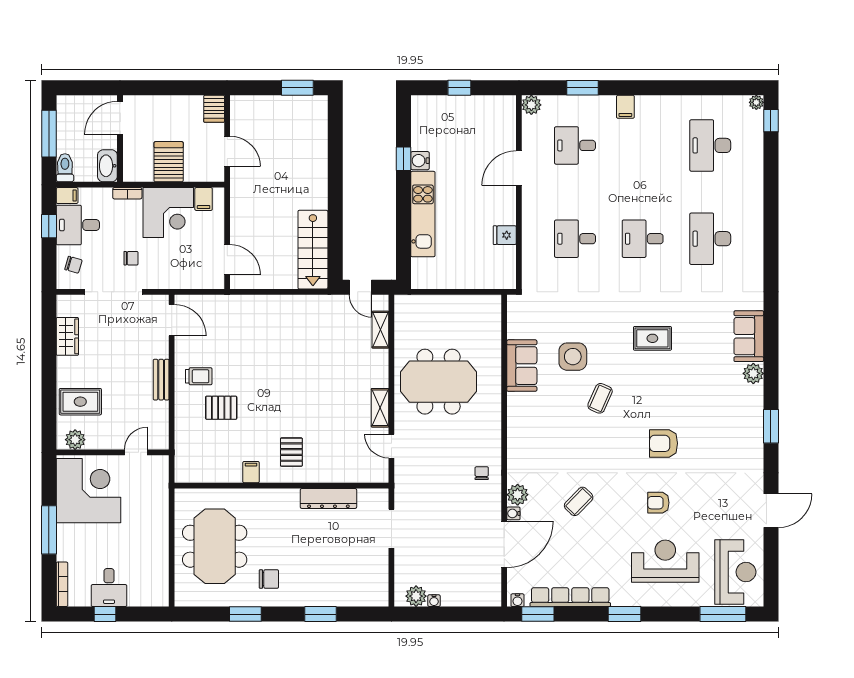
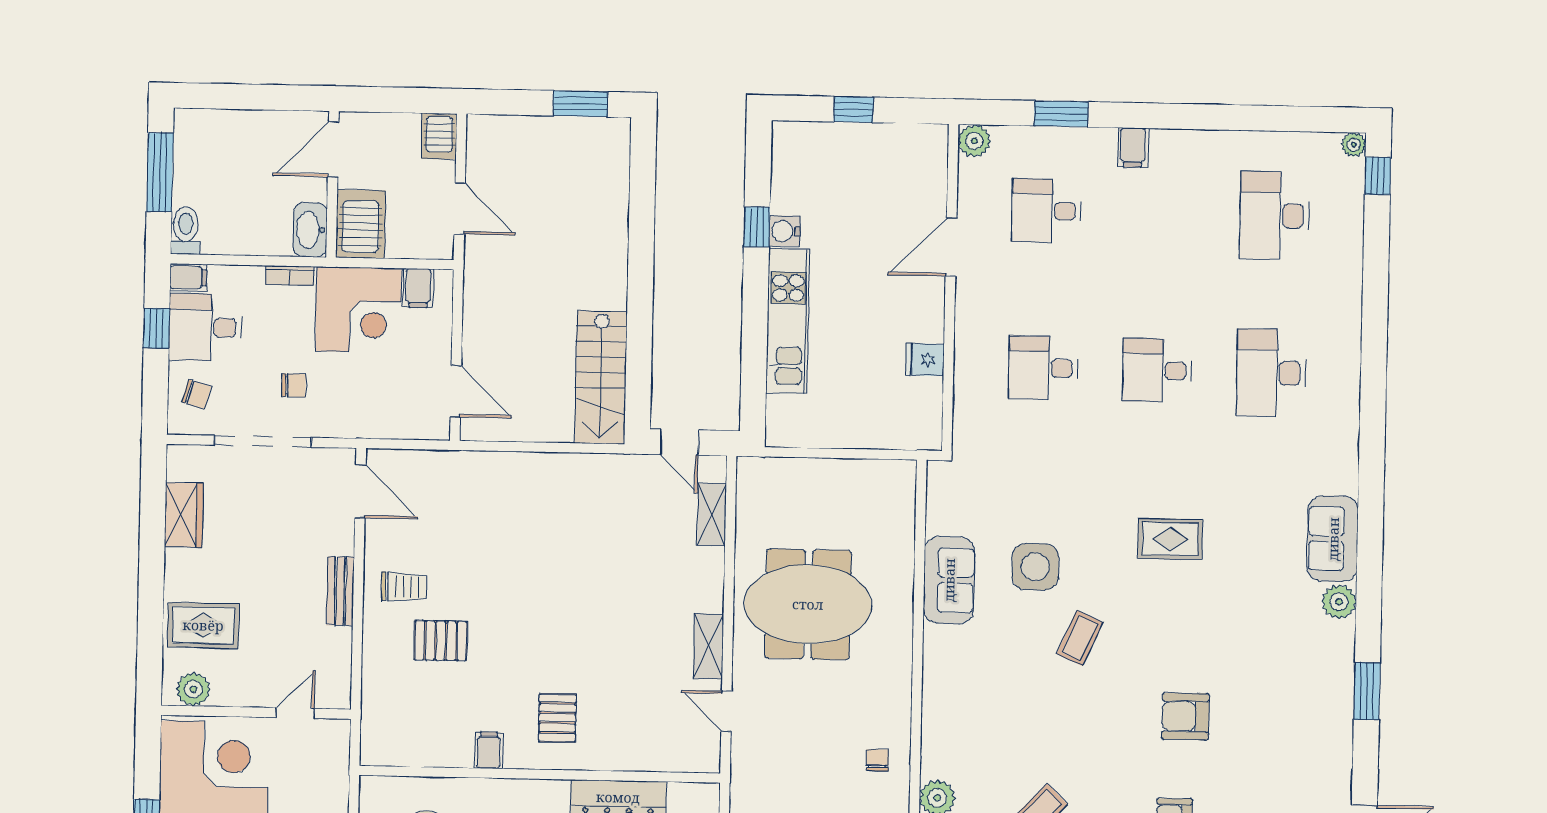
door: (120, 118) -> (333, 149), moved
wall: (120, 139) -> (332, 184), moved
washbasin: (107, 166) -> (310, 230), moved

